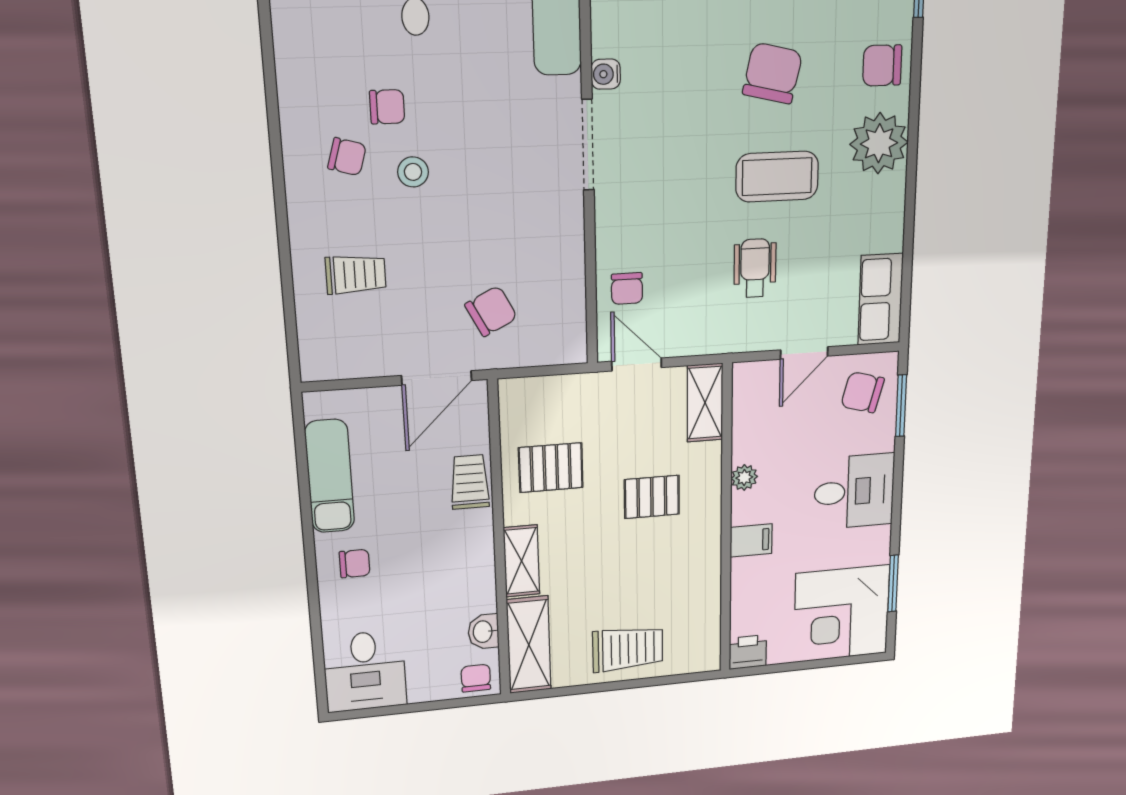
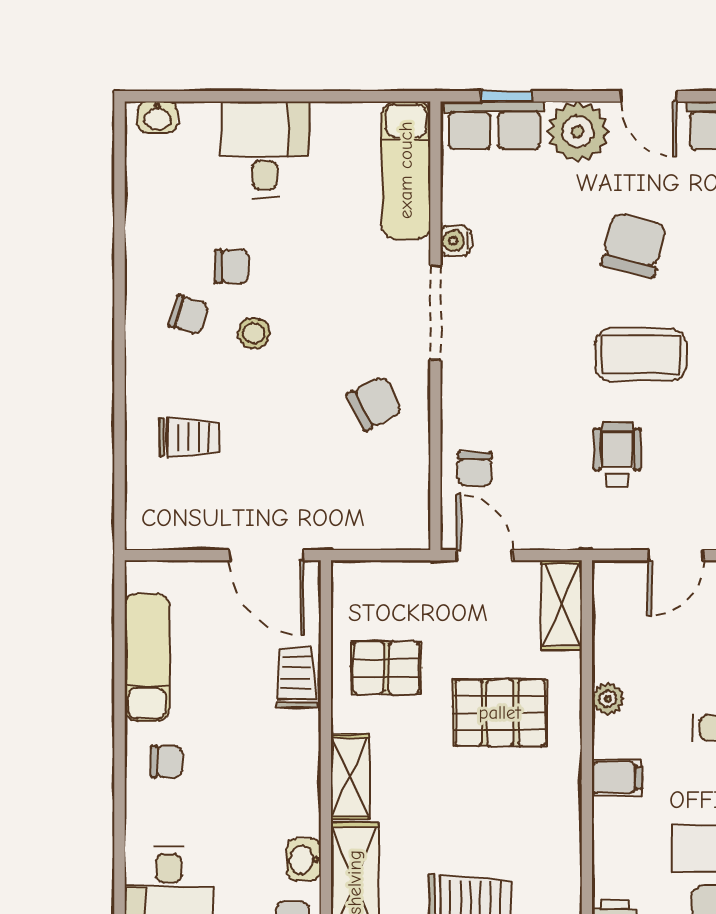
chair: (491, 311) -> (375, 403), moved
door: (437, 378) -> (267, 555), hinge flipped
pallet: (652, 497) -> (500, 713), width x1.50, depth x1.42

